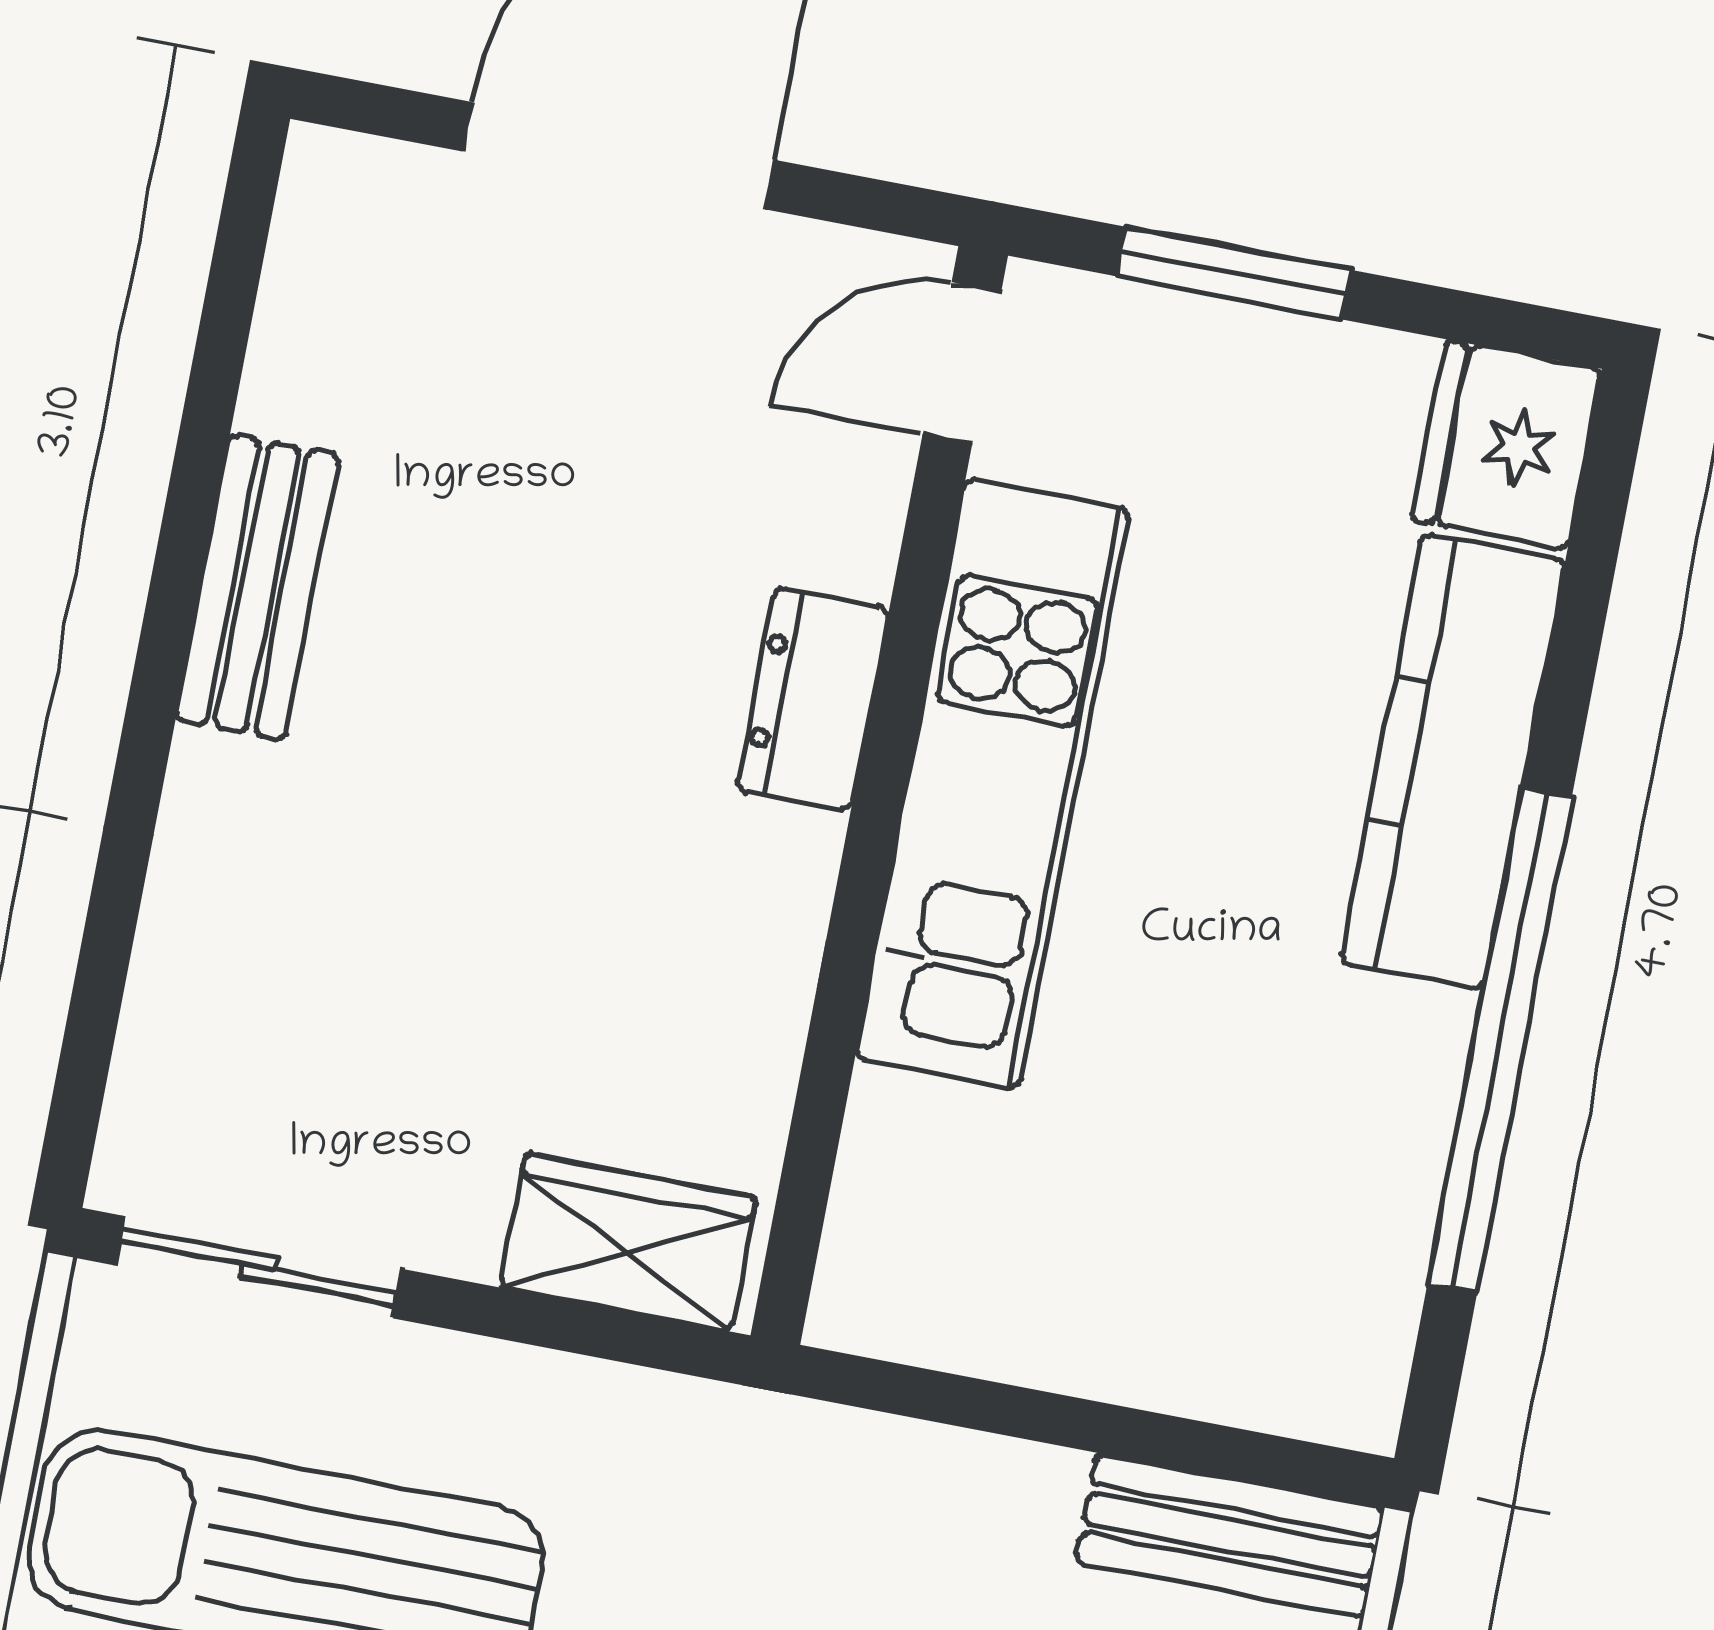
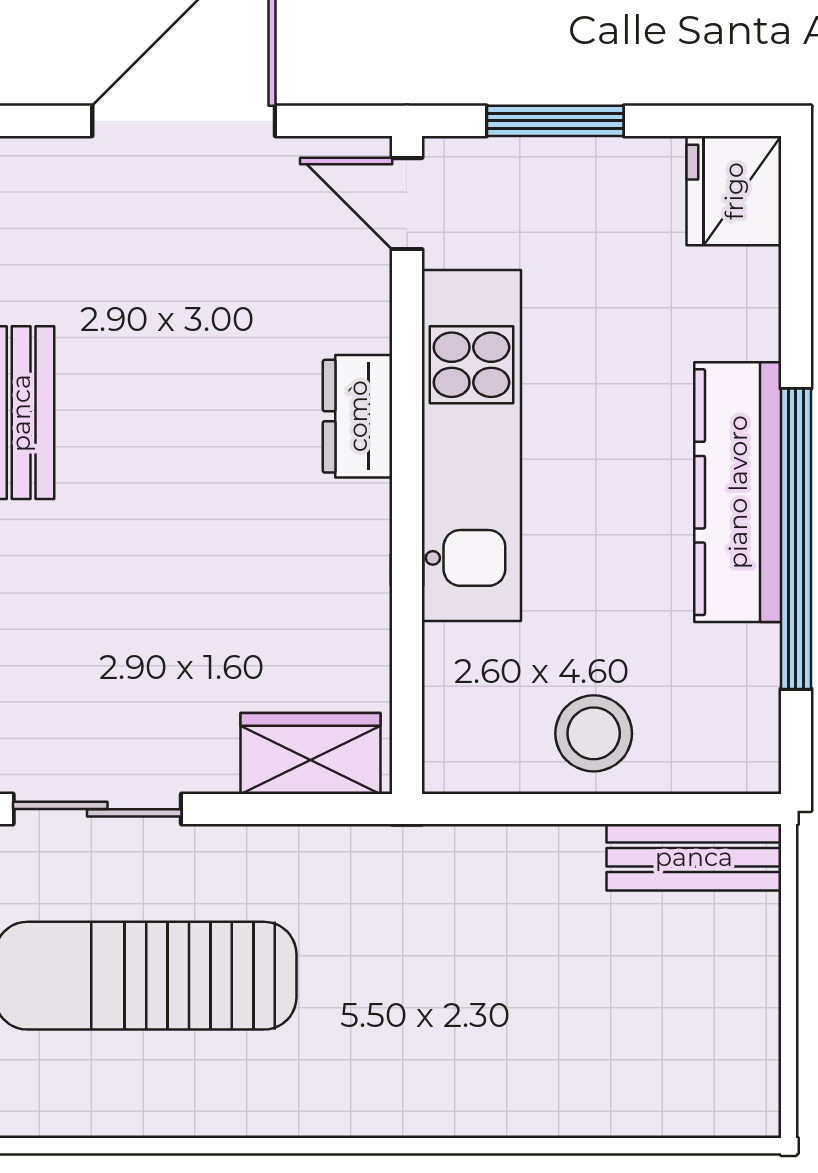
door: (962, 363) -> (407, 204), hinge flipped
kitchen counter: (1453, 761) -> (738, 492), moved
stool: (1103, 1299) -> (594, 733), added

